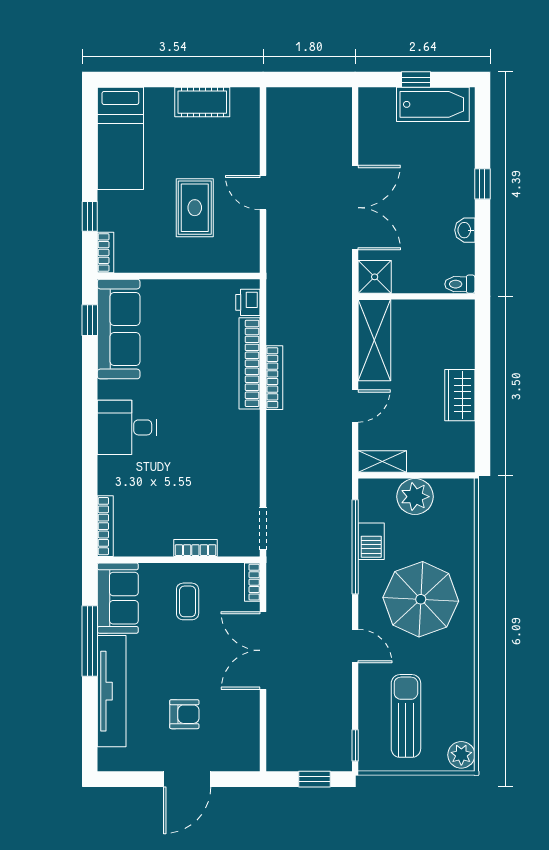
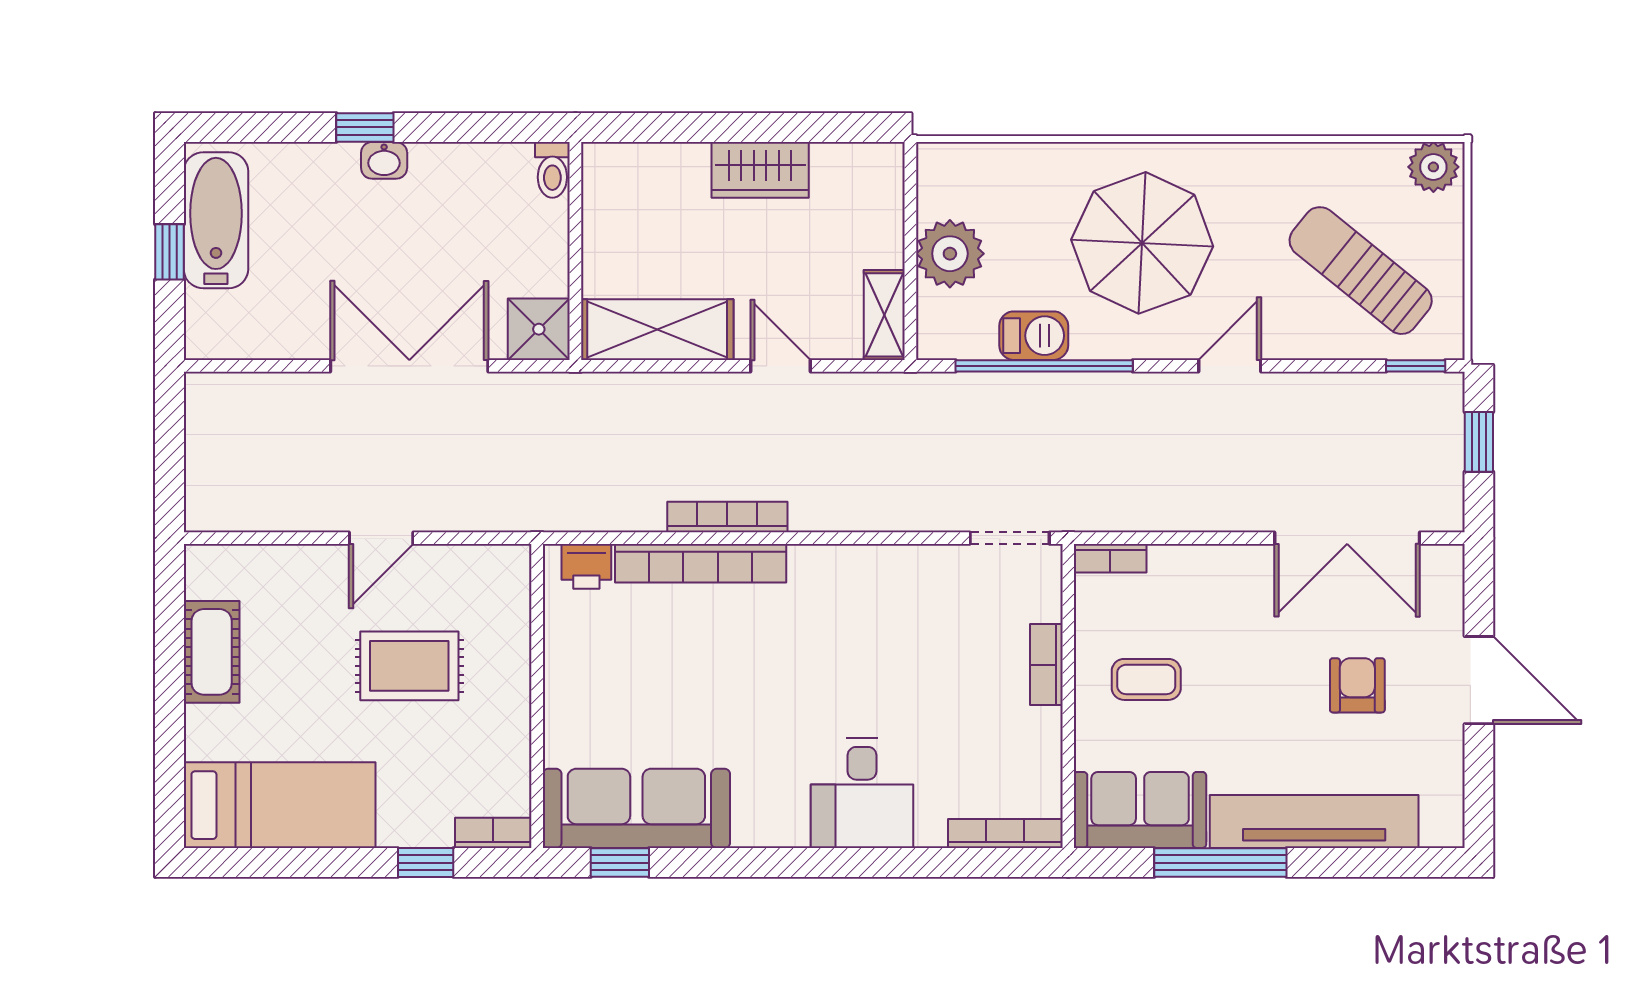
washbasin: (465, 230) -> (384, 160), moved
desk: (127, 427) -> (862, 793), moved
double door: (263, 650) -> (1347, 538), moved
sun lounger: (406, 716) -> (1361, 271), turned 39

